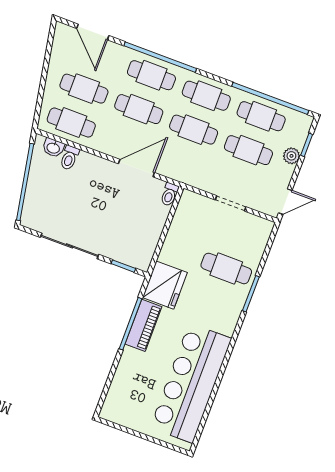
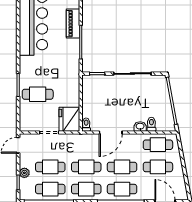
washbasin: (53, 148) -> (140, 126), moved
fridge: (165, 285) -> (69, 119), moved
piano: (143, 325) -> (73, 24), moved

